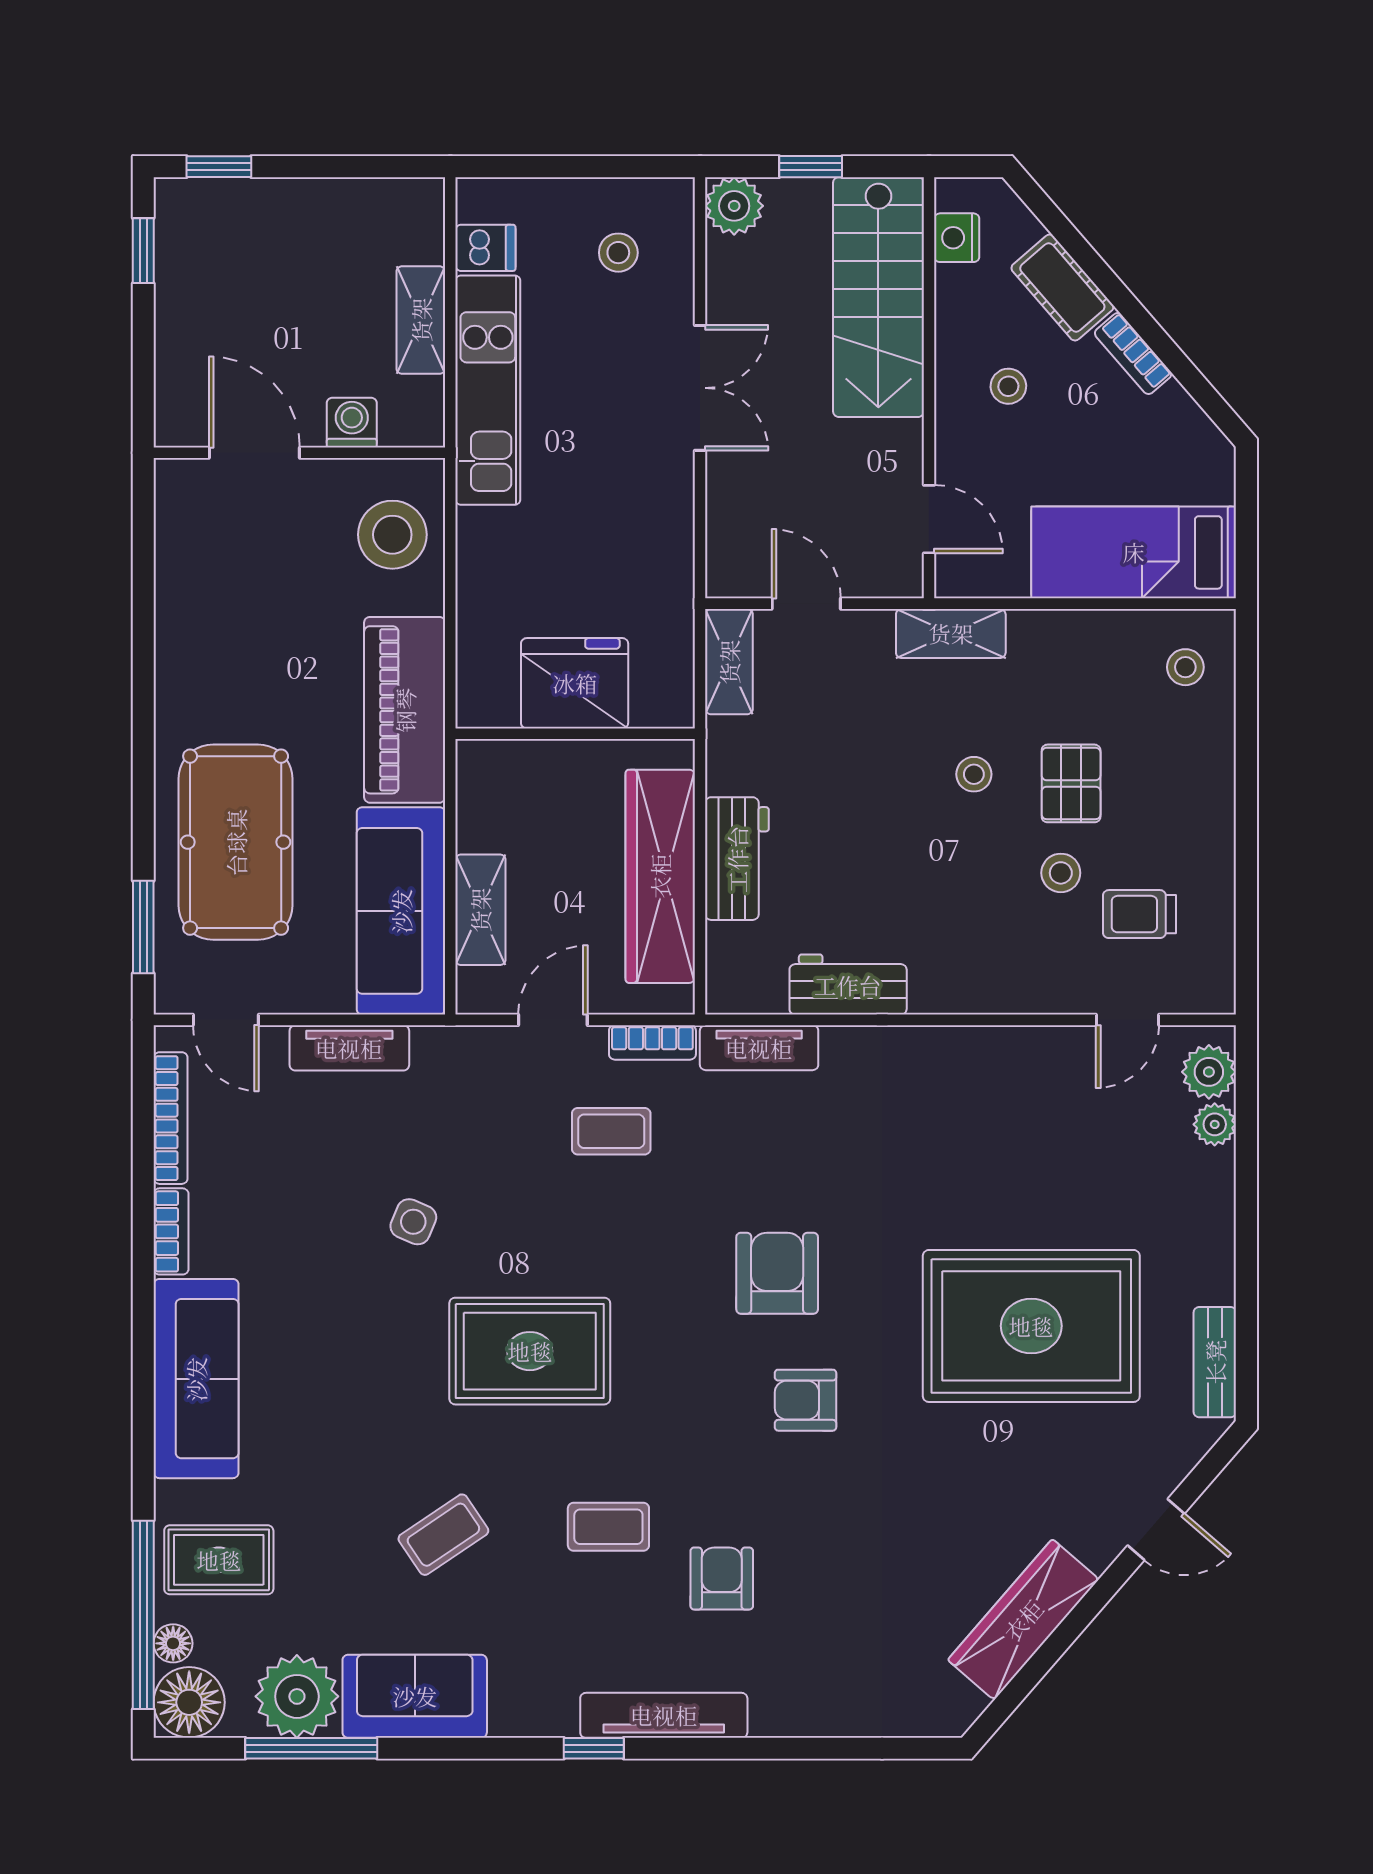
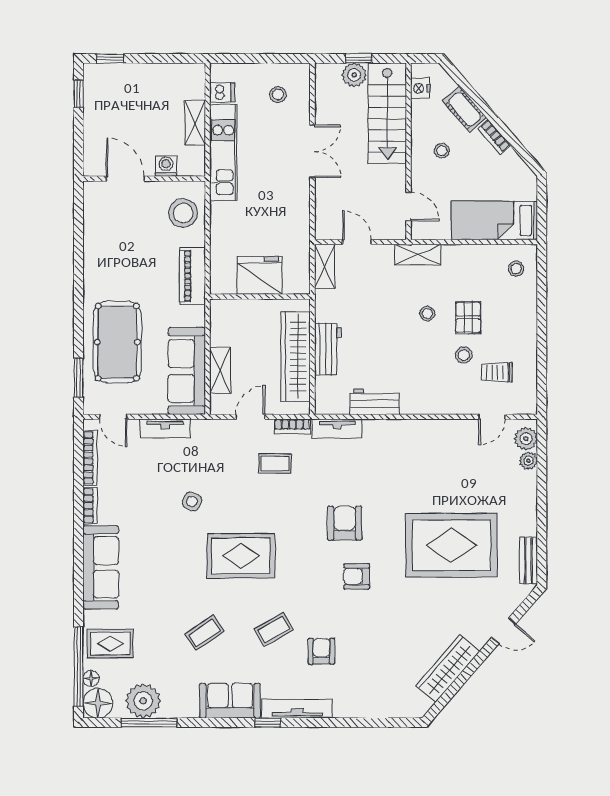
plant: (734, 206) -> (354, 75), moved
piano: (405, 710) -> (192, 276), width x0.73, depth x0.75
coffee table: (608, 1527) -> (274, 630), turned -30
sofa: (415, 1696) -> (230, 701), moved

